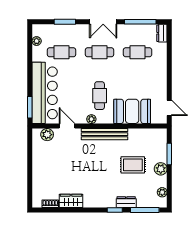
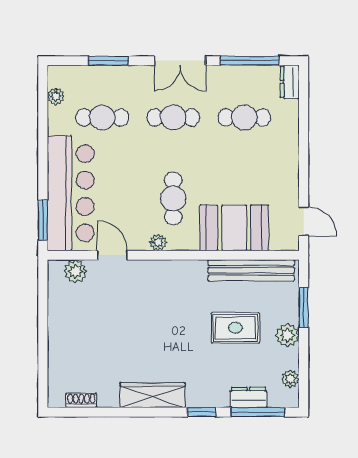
bench: (104, 134) -> (251, 270), moved
wardrobe: (71, 201) -> (153, 395), moved, width x1.50
dresser: (126, 202) -> (248, 397), moved

